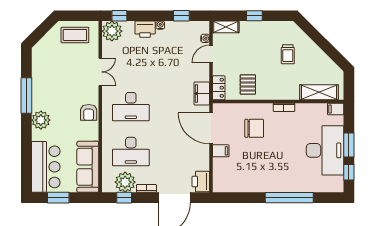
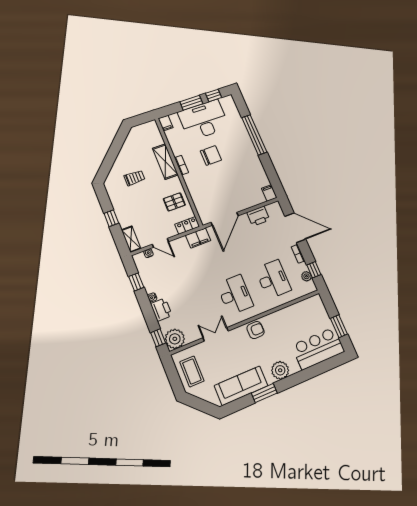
shelving: (319, 92) -> (165, 162), moved
window: (26, 96) -> (264, 393), width x0.69
chair: (254, 128) -> (211, 155), moved, turned 90
filing cabinet: (221, 151) -> (269, 193), moved
sofa: (88, 167) -> (241, 386), moved, turned 180
plant: (125, 182) -> (306, 276), width x0.53, depth x0.53
printer: (201, 182) -> (258, 216), moved

